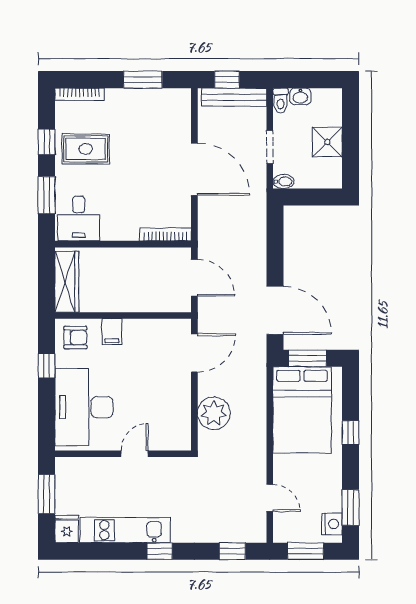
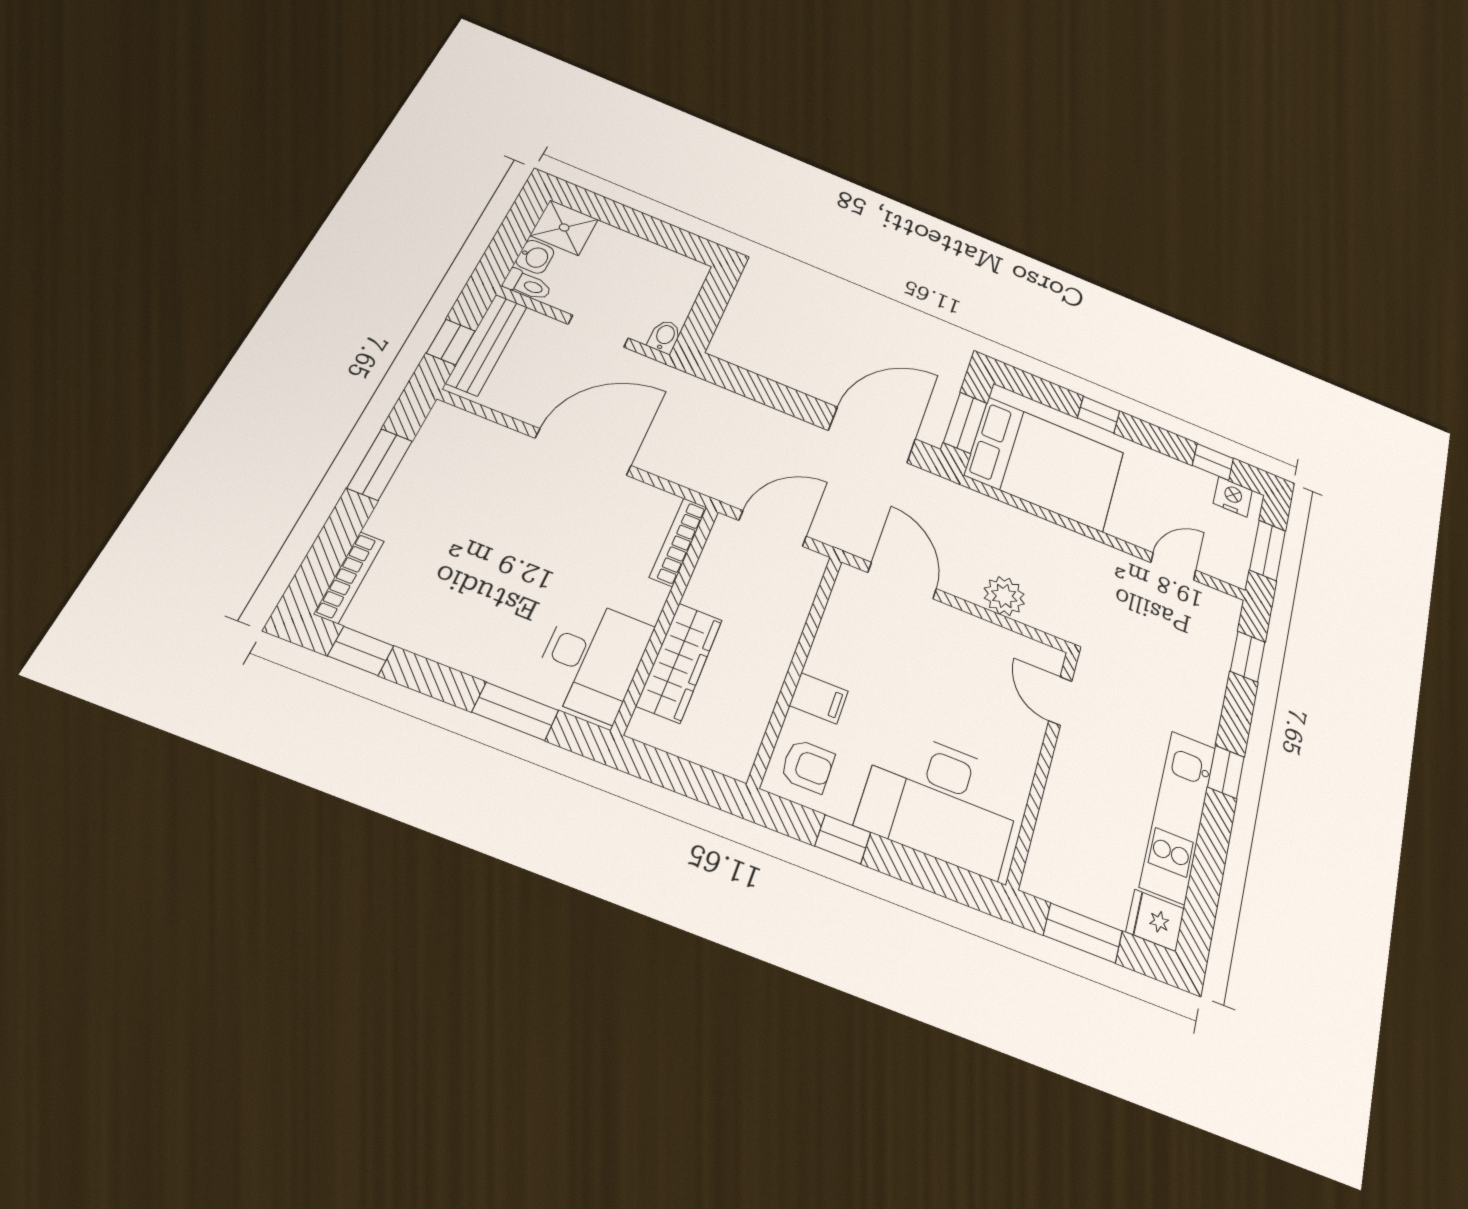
window: (47, 142) -> (361, 651), moved
shower: (327, 142) -> (564, 227), moved
rug: (86, 149) -> (460, 608), removed
desk: (79, 218) -> (592, 659), width x1.37
wardrobe: (67, 282) -> (679, 662), moved, turned 90
armchair: (75, 338) -> (807, 766), turned 90
plant: (214, 413) -> (1004, 596), width x0.73, depth x0.73
door: (135, 454) -> (1060, 701), moved
window: (350, 508) -> (1213, 462), width x0.67

